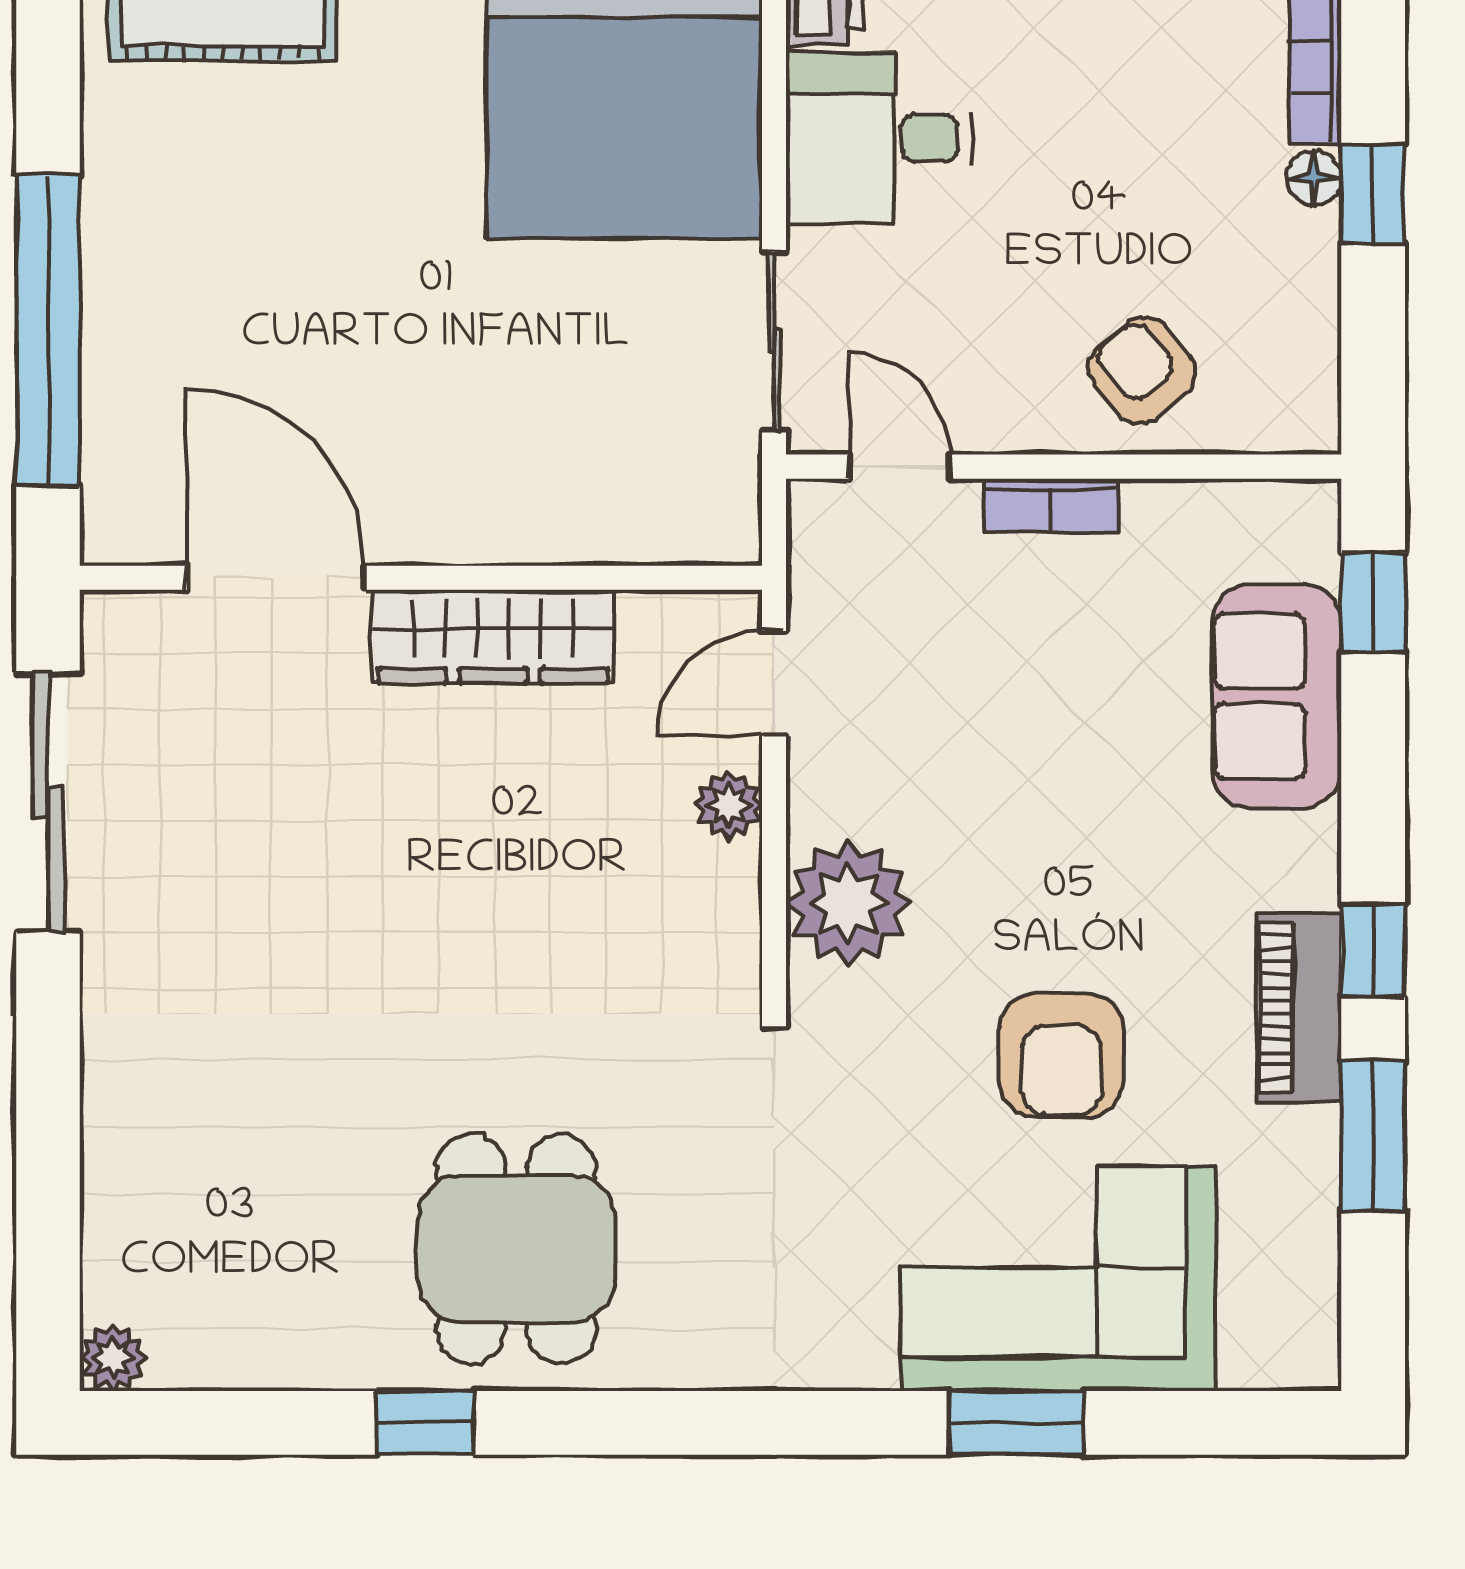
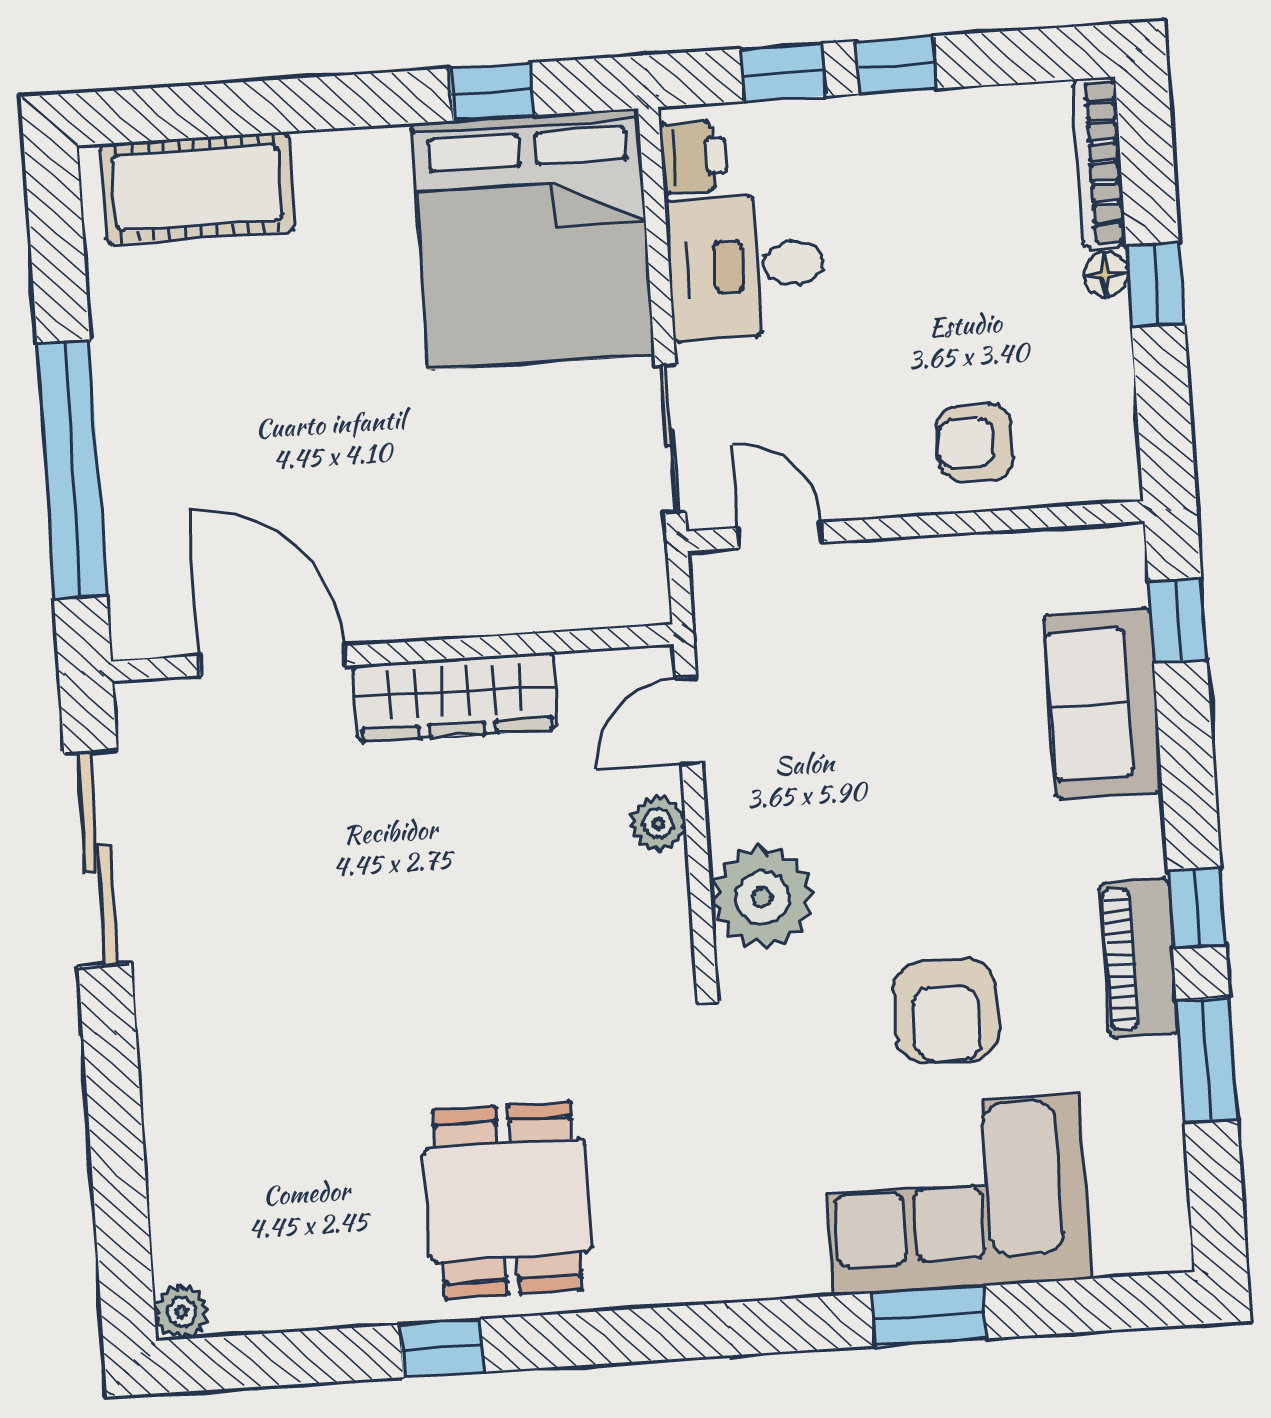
armchair: (1142, 370) -> (975, 443), turned -50
bookcase: (1052, 505) -> (908, 559), removed

